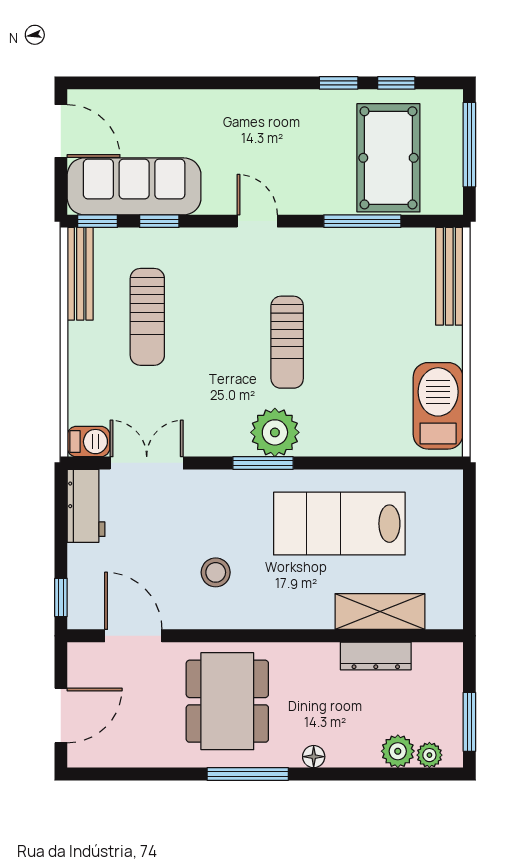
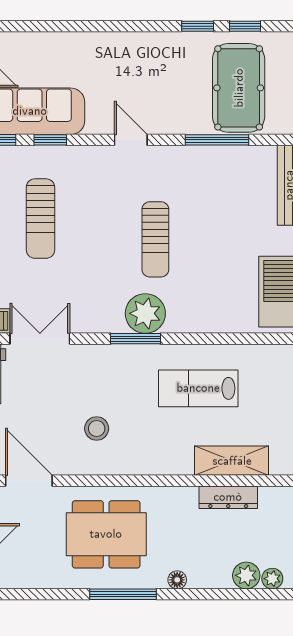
lab bench: (339, 524) -> (198, 388), width x0.73, depth x0.72
dining table: (227, 701) -> (106, 534), turned 90

